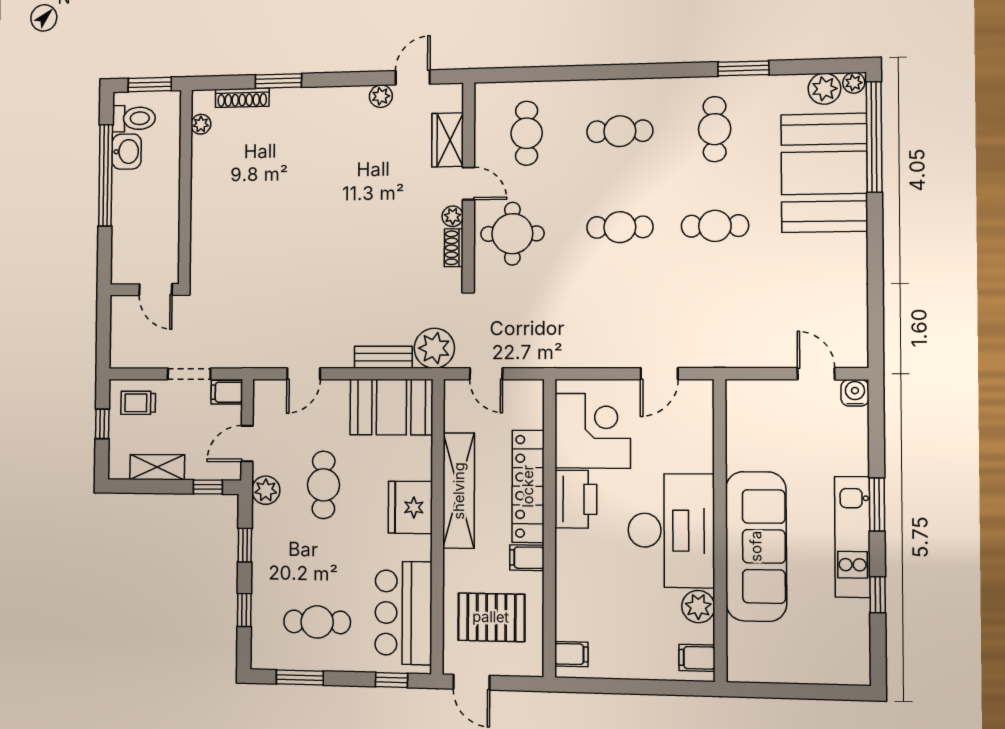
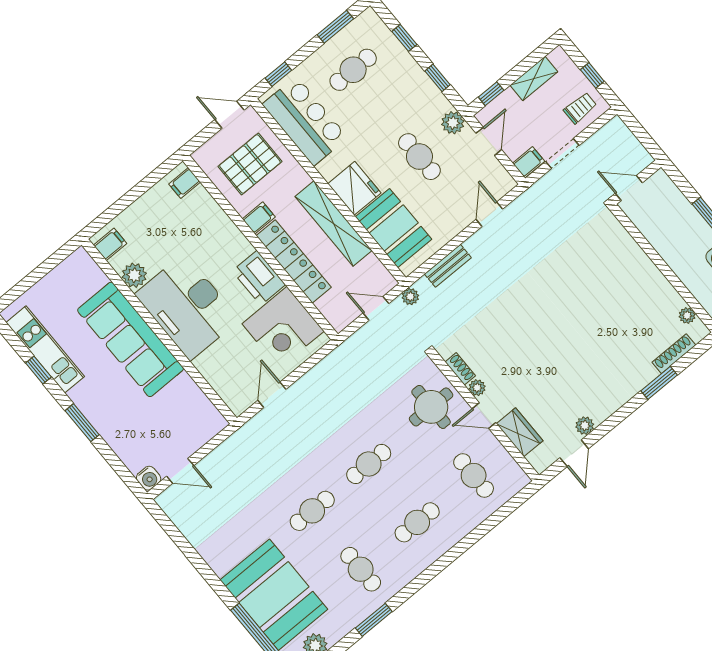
plant: (434, 348) -> (410, 297), width x0.53, depth x0.53
booth: (391, 407) -> (394, 228), moved, turned 90
kitchen unit: (852, 537) -> (45, 349), moved

